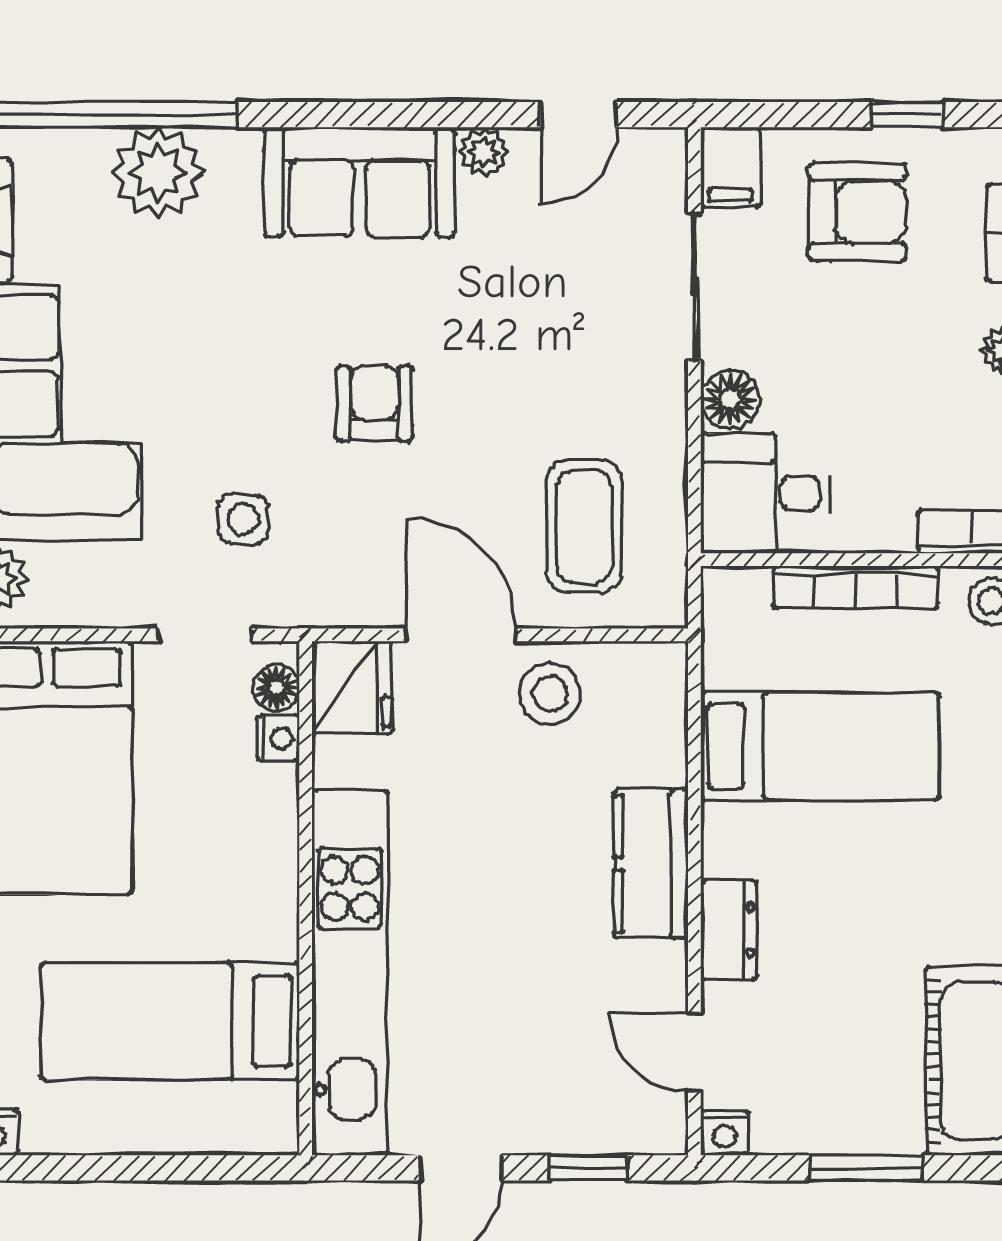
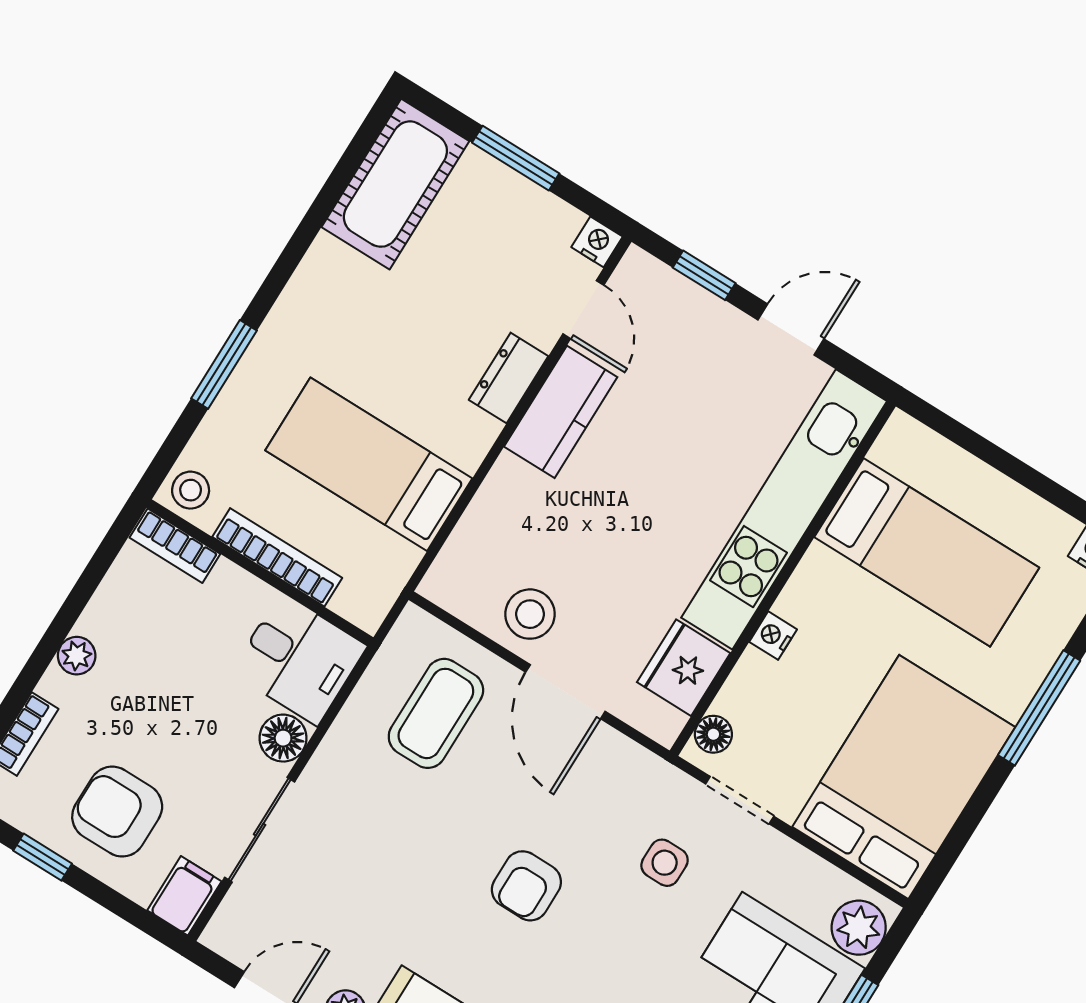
fridge: (352, 688) -> (684, 668), moved
nightstand: (278, 738) -> (773, 636), moved
kitchen counter: (651, 864) -> (561, 412), moved

